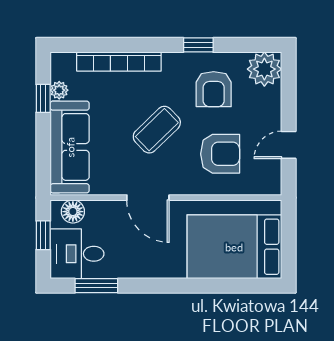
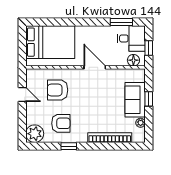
armchair: (214, 89) -> (61, 123), turned 90
window: (43, 98) -> (149, 99), moved
coffee table: (157, 130) -> (90, 102), removed
door: (289, 145) -> (22, 95), hinge flipped
sofa: (70, 147) -> (135, 100), width x0.73

